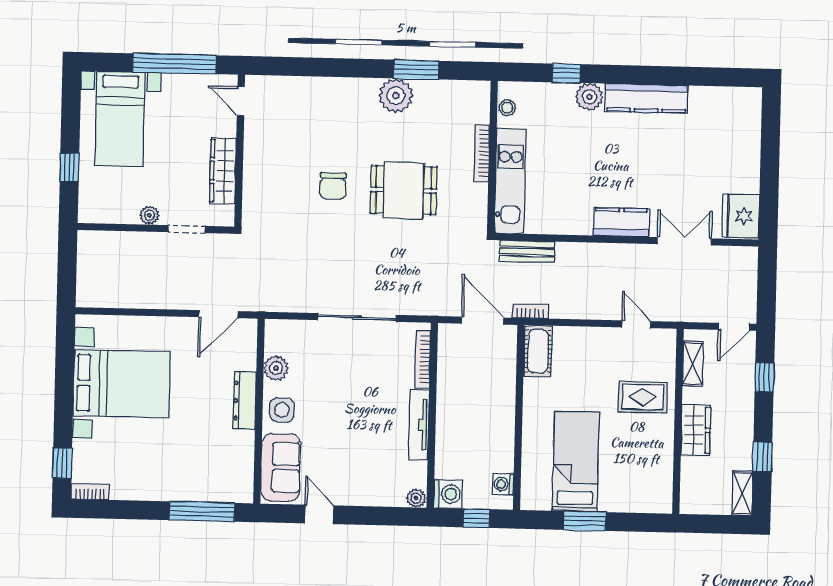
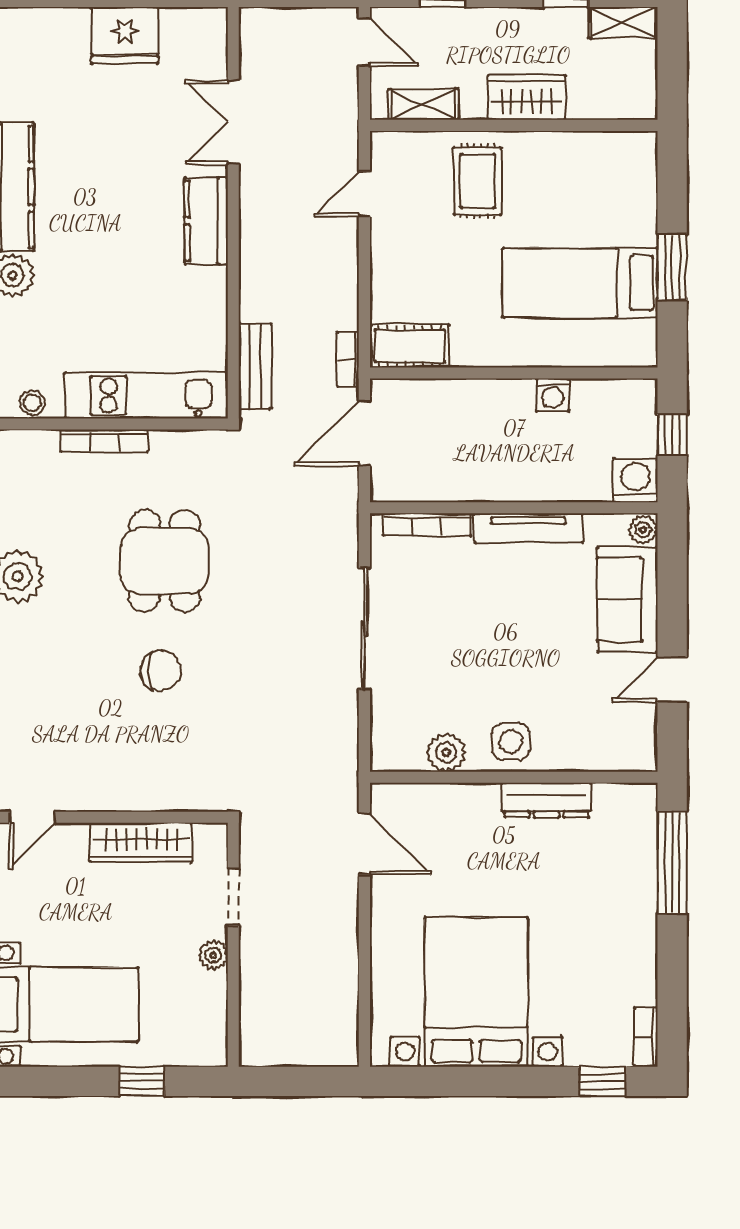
fridge: (741, 216) -> (125, 35), moved
dresser: (245, 401) -> (546, 800), moved
sofa: (281, 467) -> (627, 600), moved, turned -90
washing machine: (503, 484) -> (553, 395), moved

